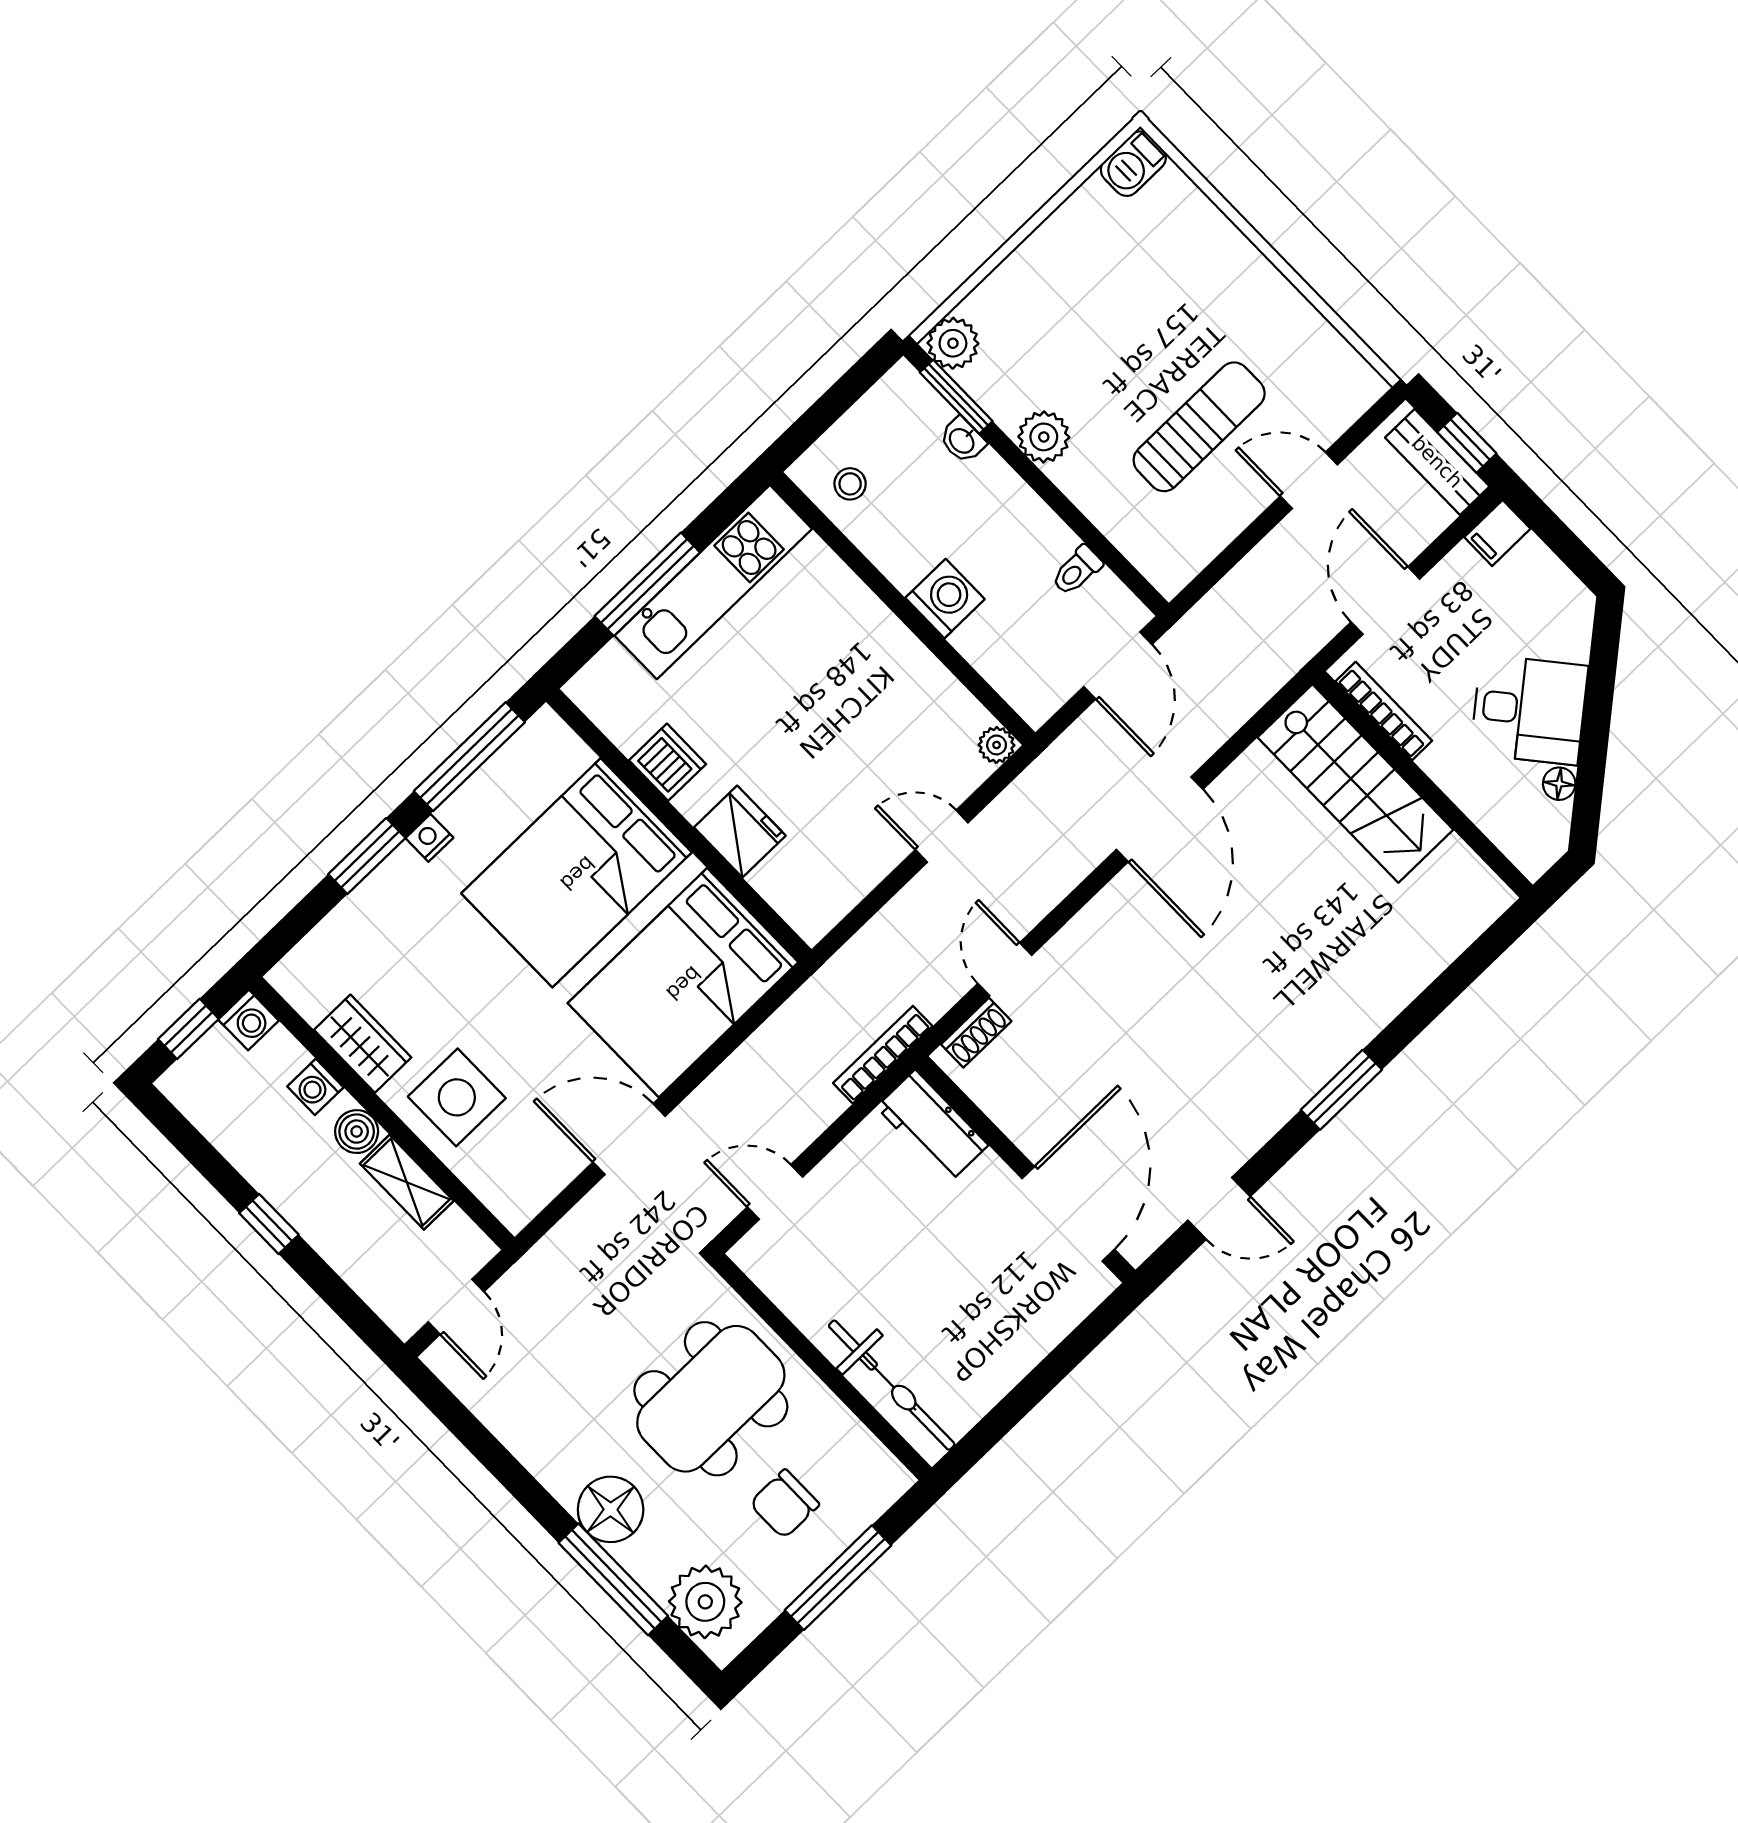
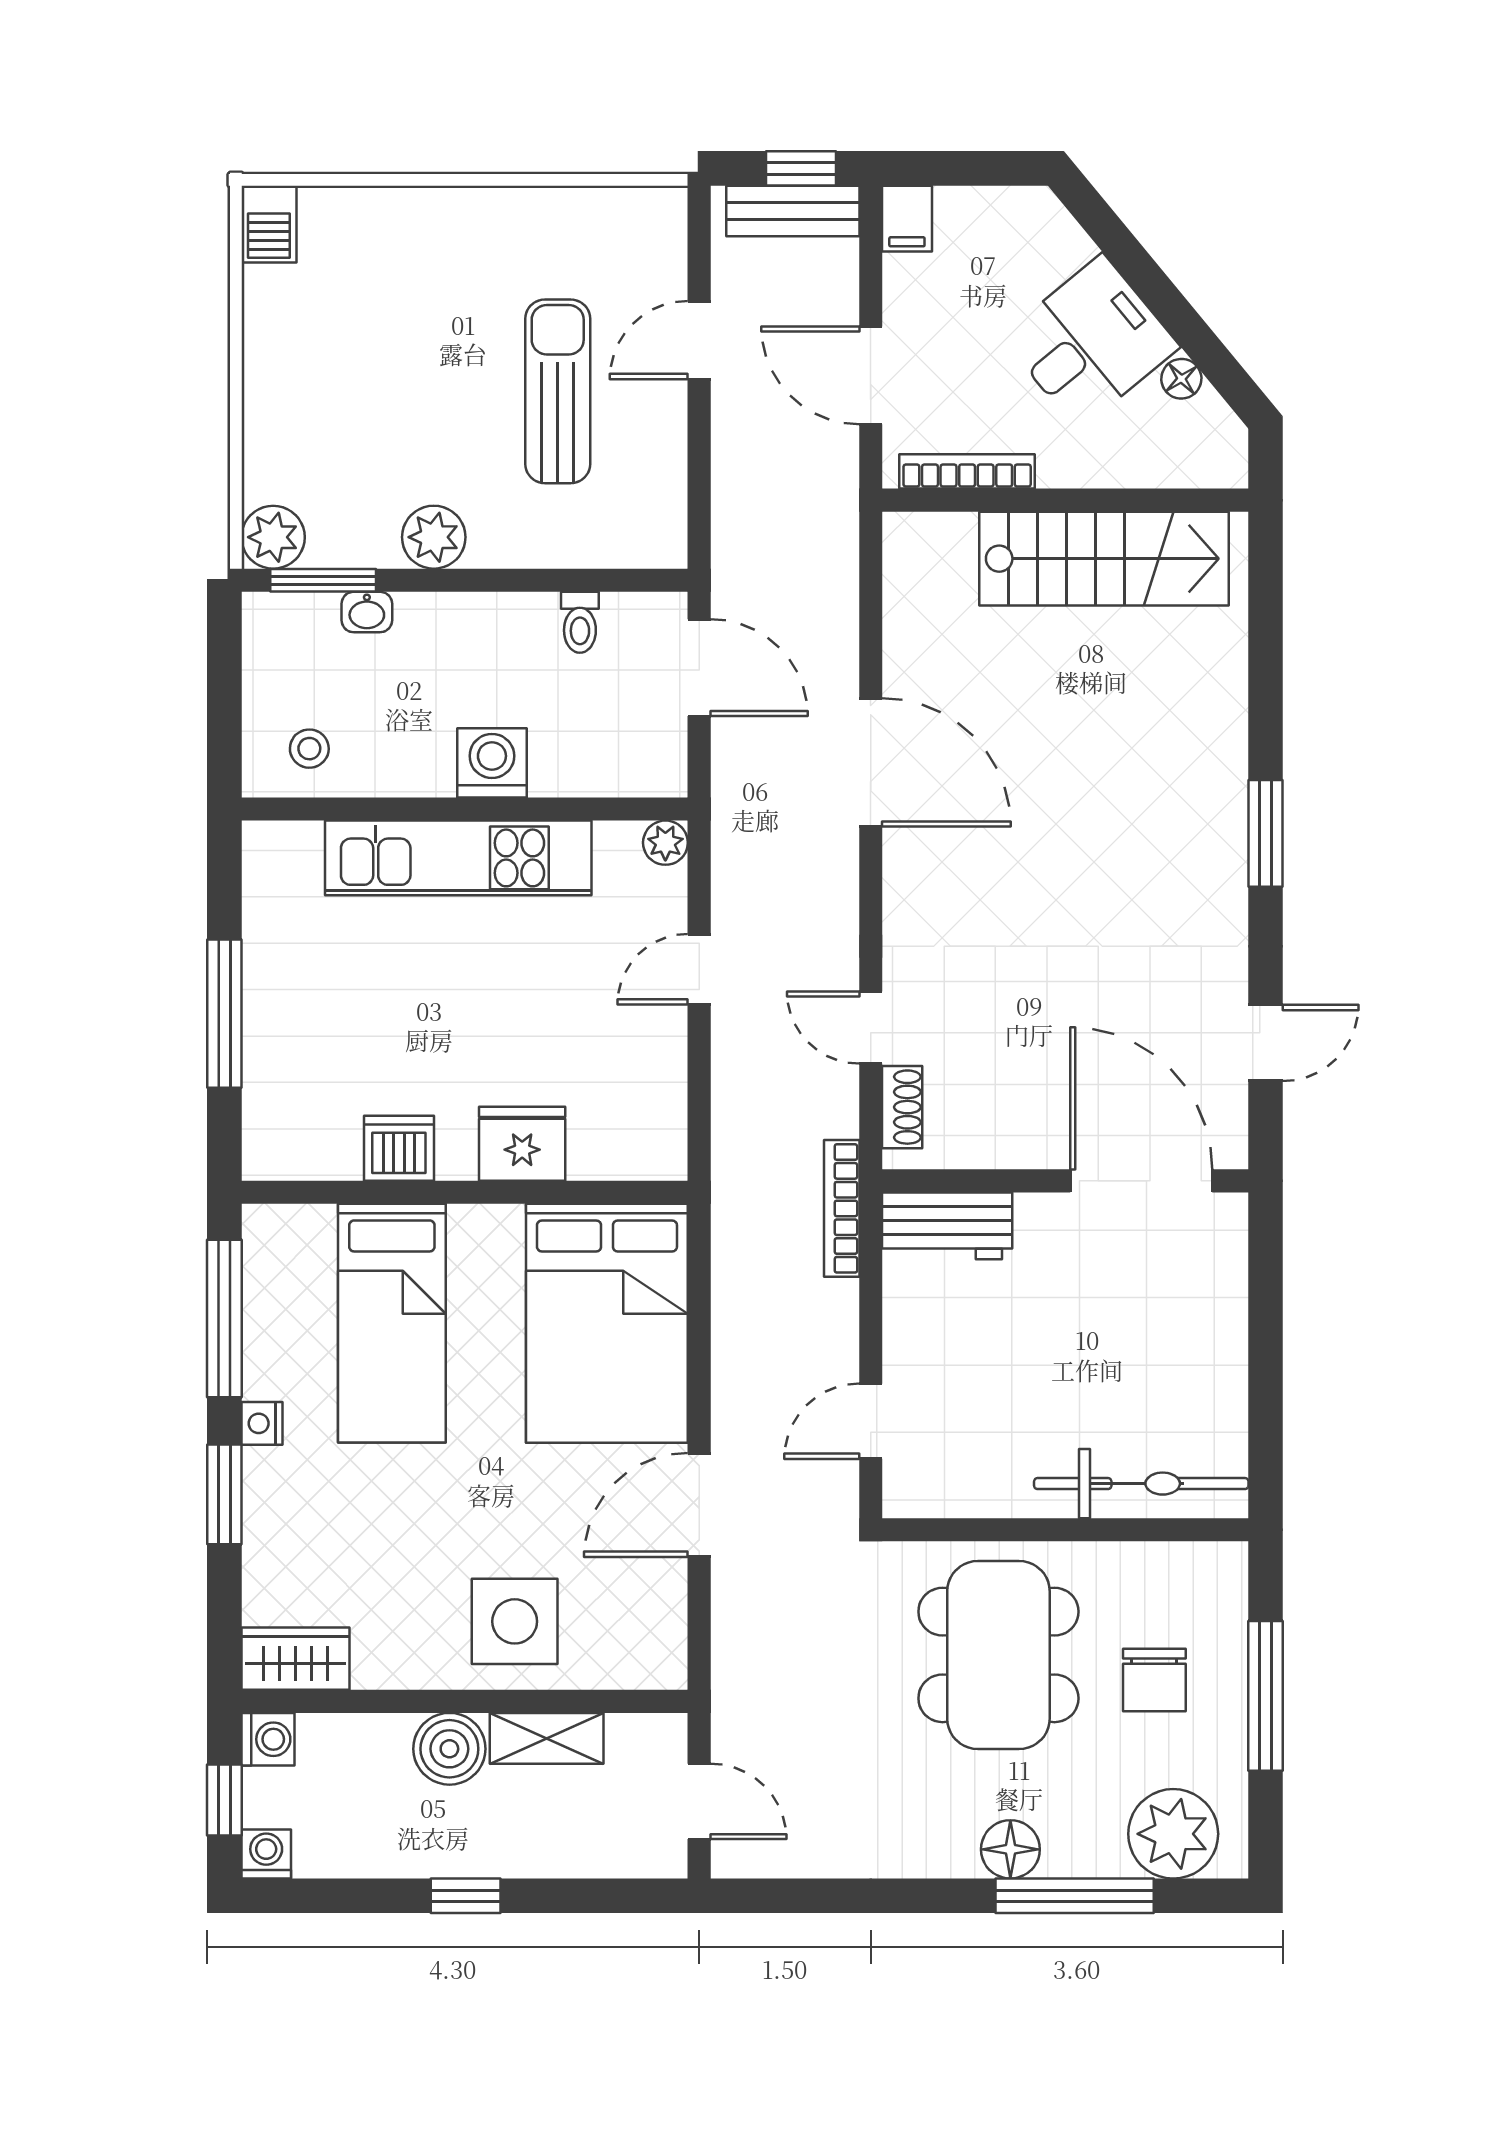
kitchen unit: (713, 582) -> (458, 858), moved, turned 90
stairs: (1355, 784) -> (1104, 559), moved
bed: (577, 873) -> (392, 1323), width x0.67
wardrobe: (363, 1044) -> (295, 1659), moved
washing machine: (315, 1087) -> (266, 1854), moved, turned 180
boiler: (357, 1132) -> (449, 1749), width x1.36, depth x1.36
floor lamp: (611, 1509) -> (1010, 1849), width x0.73, depth x0.73

